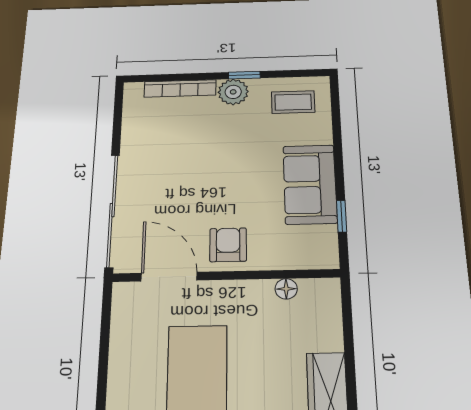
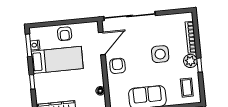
side table: (210, 151) -> (160, 54), added
armchair: (228, 245) -> (118, 66), turned -90
armchair: (132, 365) -> (65, 34), added

